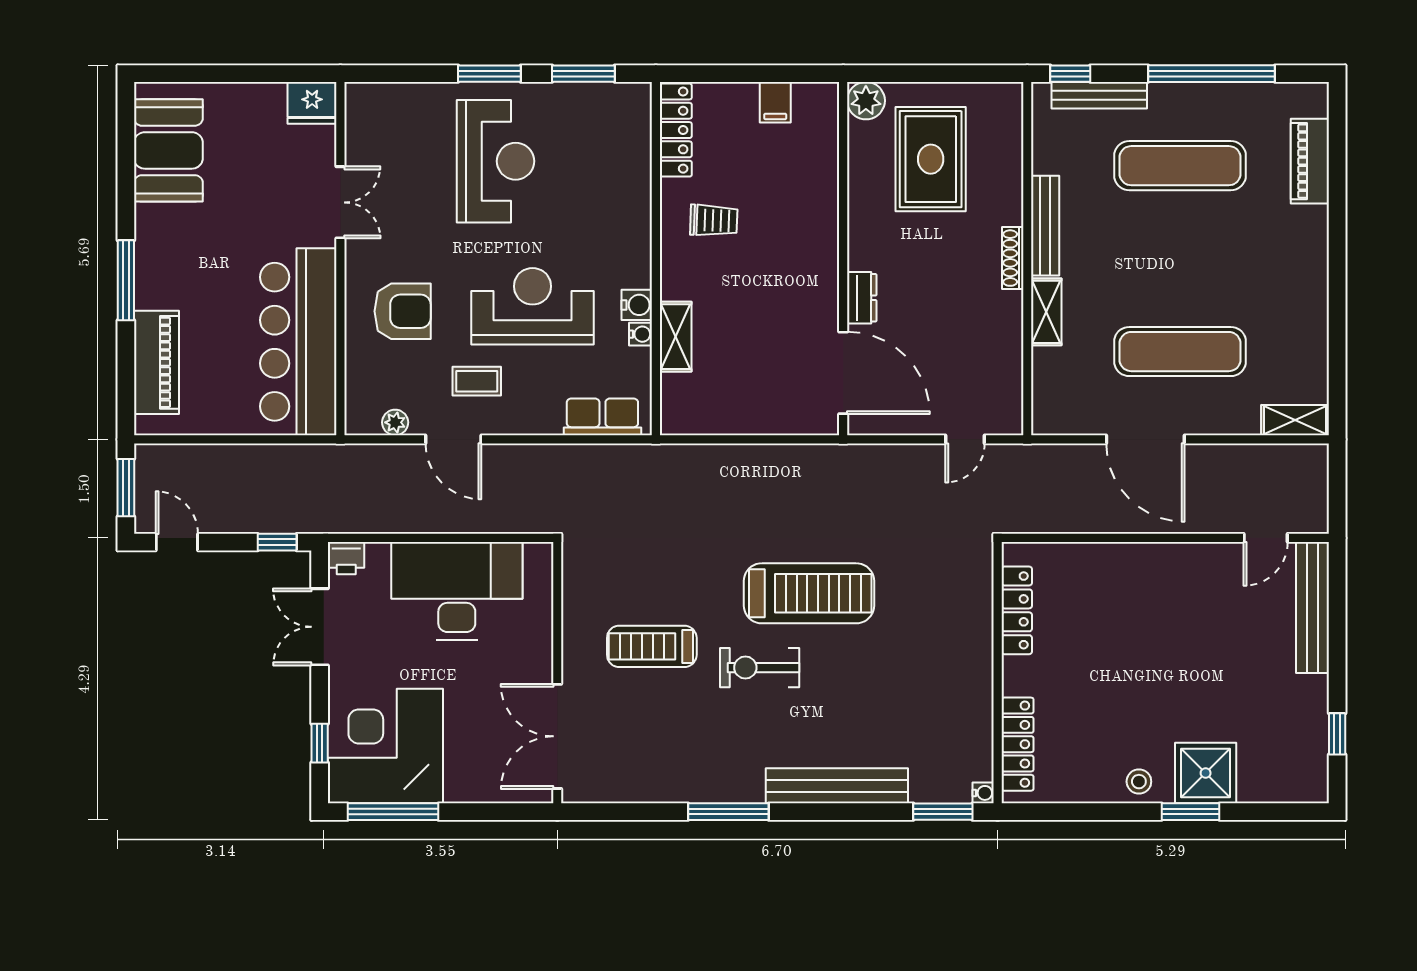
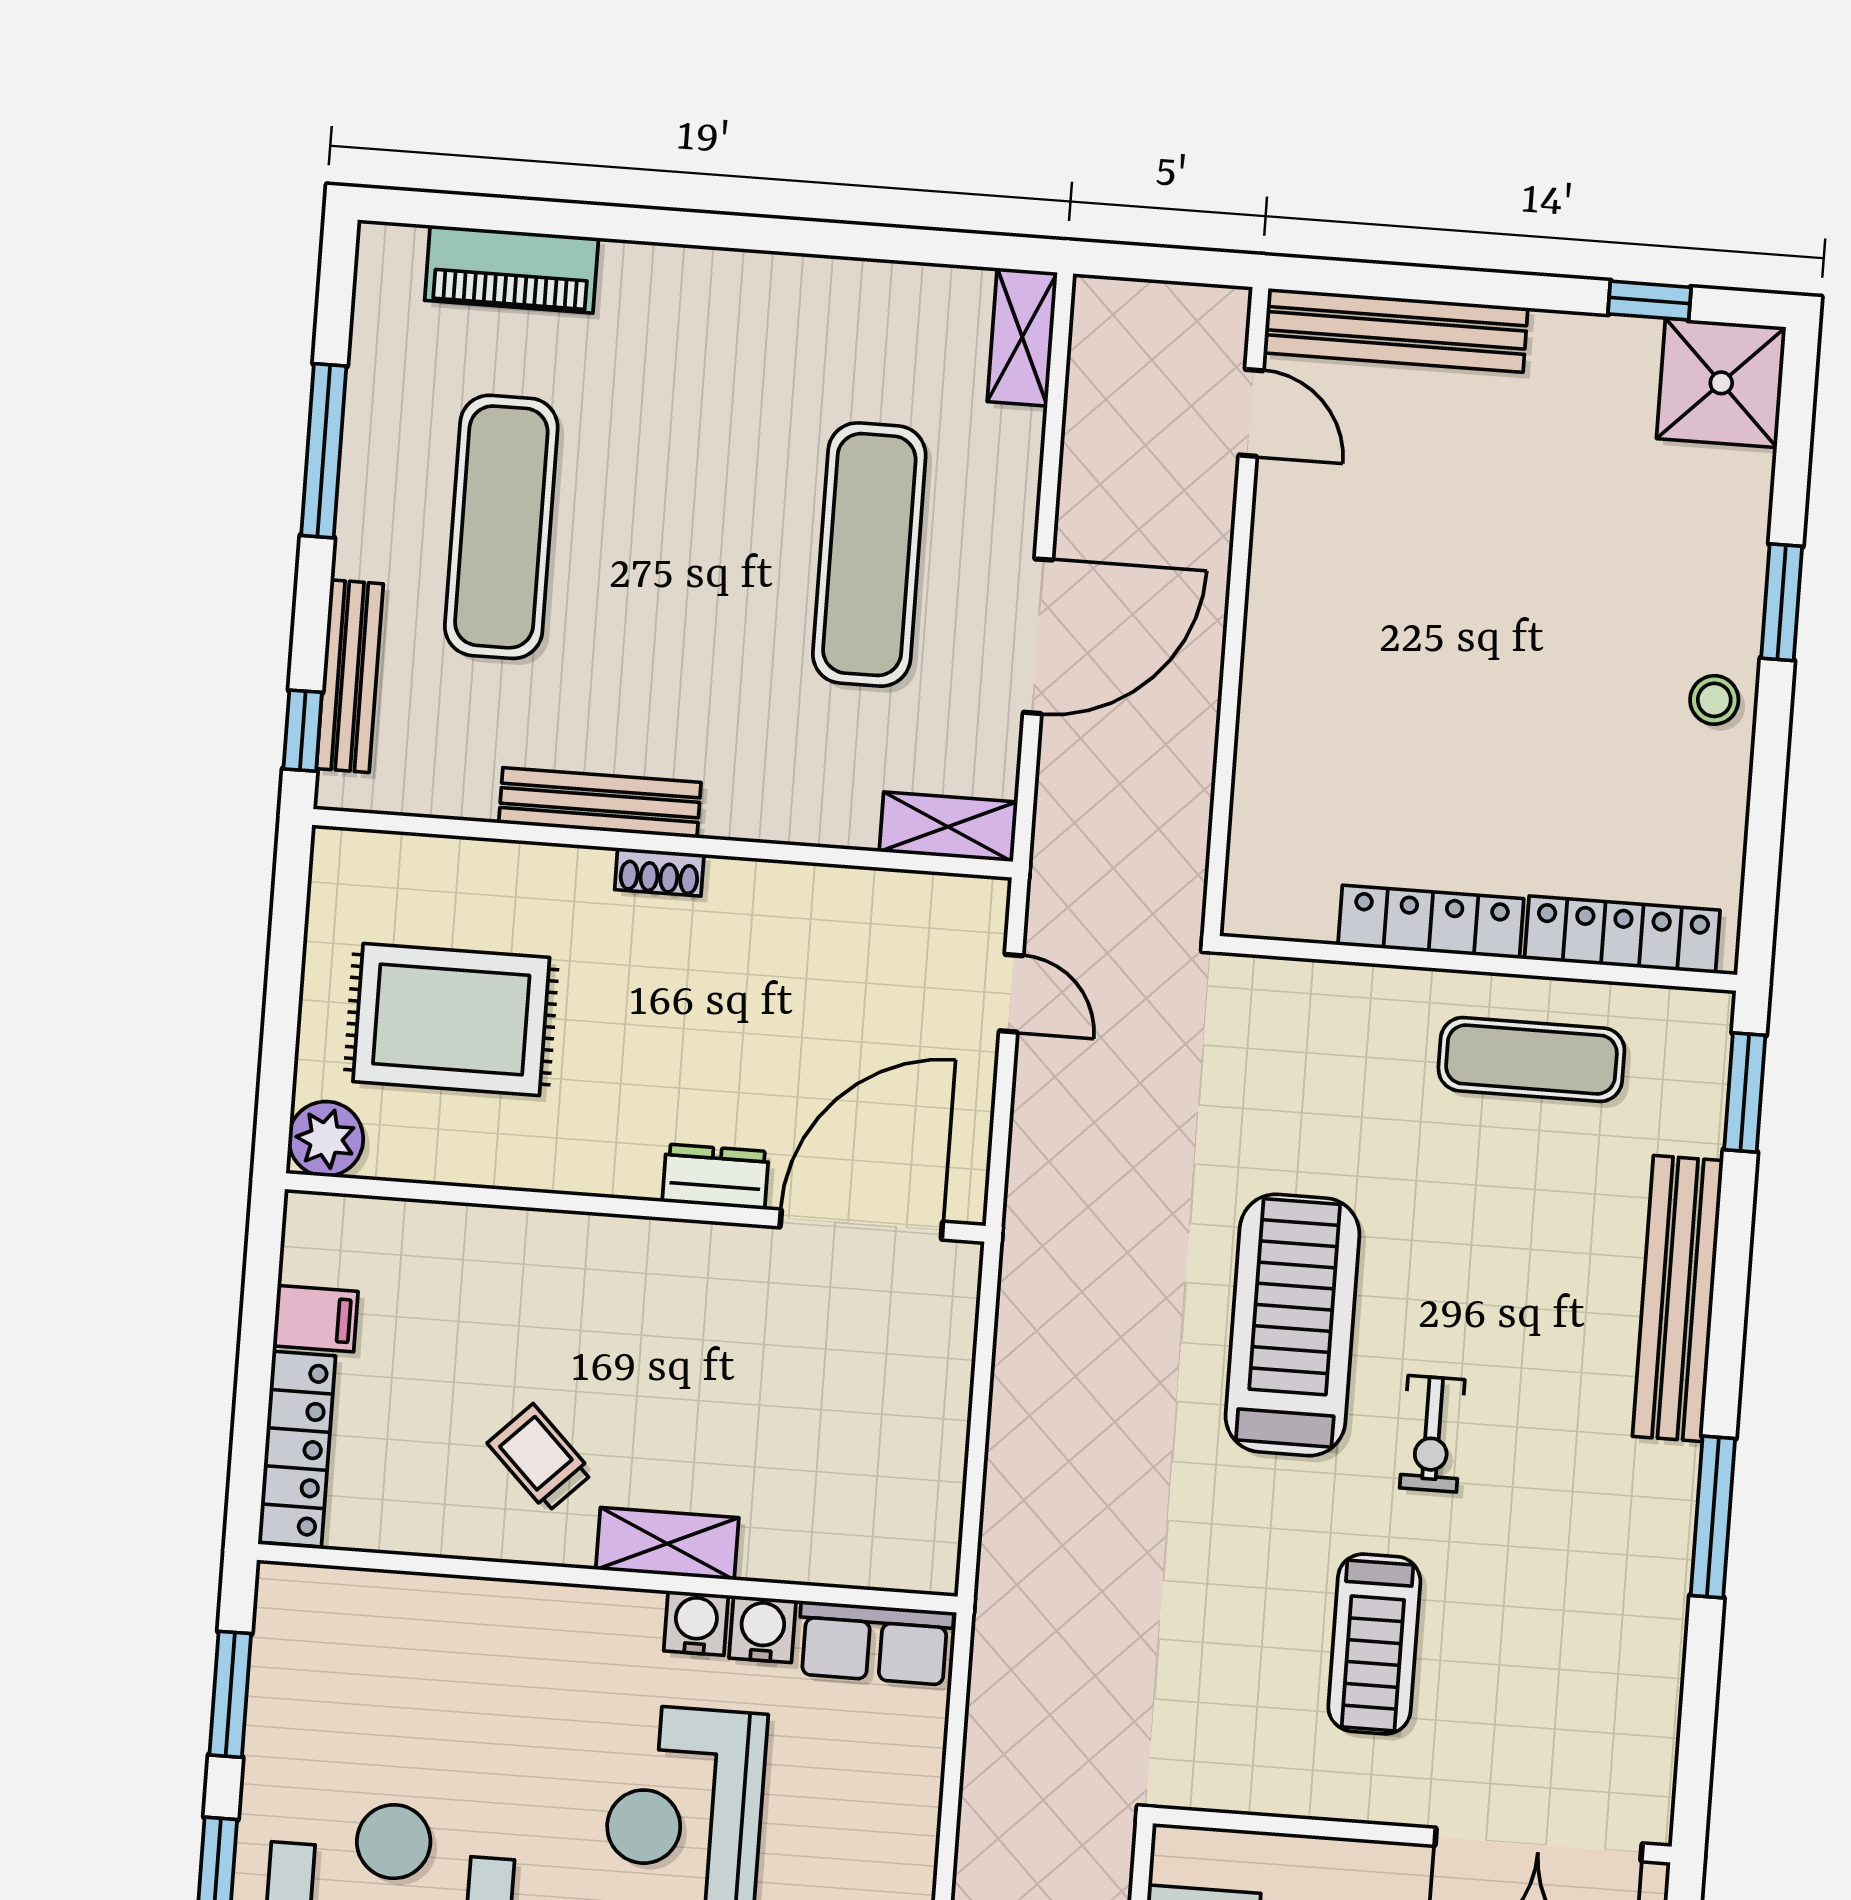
window: (1212, 74) -> (324, 451), width x0.68
locker: (676, 130) -> (297, 1449), moved, turned 90
trolley: (714, 220) -> (540, 1458), turned -47
shoe rack: (1013, 258) -> (659, 872), width x0.70
shelving: (1046, 312) -> (948, 827), moved
water cooler: (641, 334) -> (762, 1629), width x1.38, depth x1.38
shelving: (676, 337) -> (667, 1544), moved
row of seats: (602, 417) -> (875, 1643), moved, turned -90
locker: (1017, 610) -> (1431, 922), moved
exercise bike: (760, 668) -> (1432, 1434), width x0.73, depth x0.72
exercise mat: (951, 703) -> (1531, 1059), added
shower: (1206, 773) -> (1721, 383), moved
water cooler: (983, 793) -> (1714, 1010), removed

